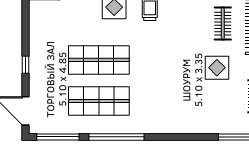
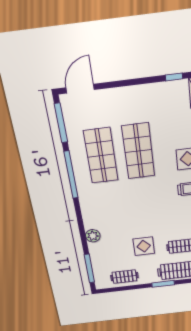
window: (25, 65) -> (174, 77), moved
plant: (195, 126) -> (93, 236), added

